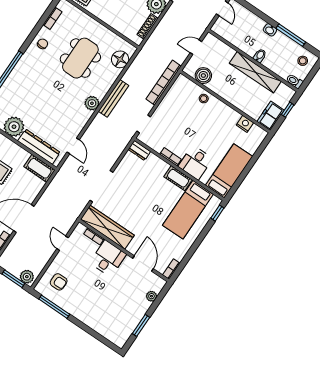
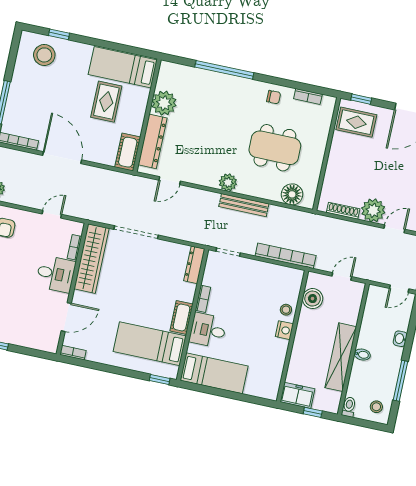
washbasin: (270, 30) -> (400, 339), moved
door: (196, 47) -> (342, 276), hinge flipped
nightstand: (245, 124) -> (284, 330), moved
dresser: (139, 150) -> (194, 265), width x1.44
plant: (151, 296) -> (32, 342), removed

